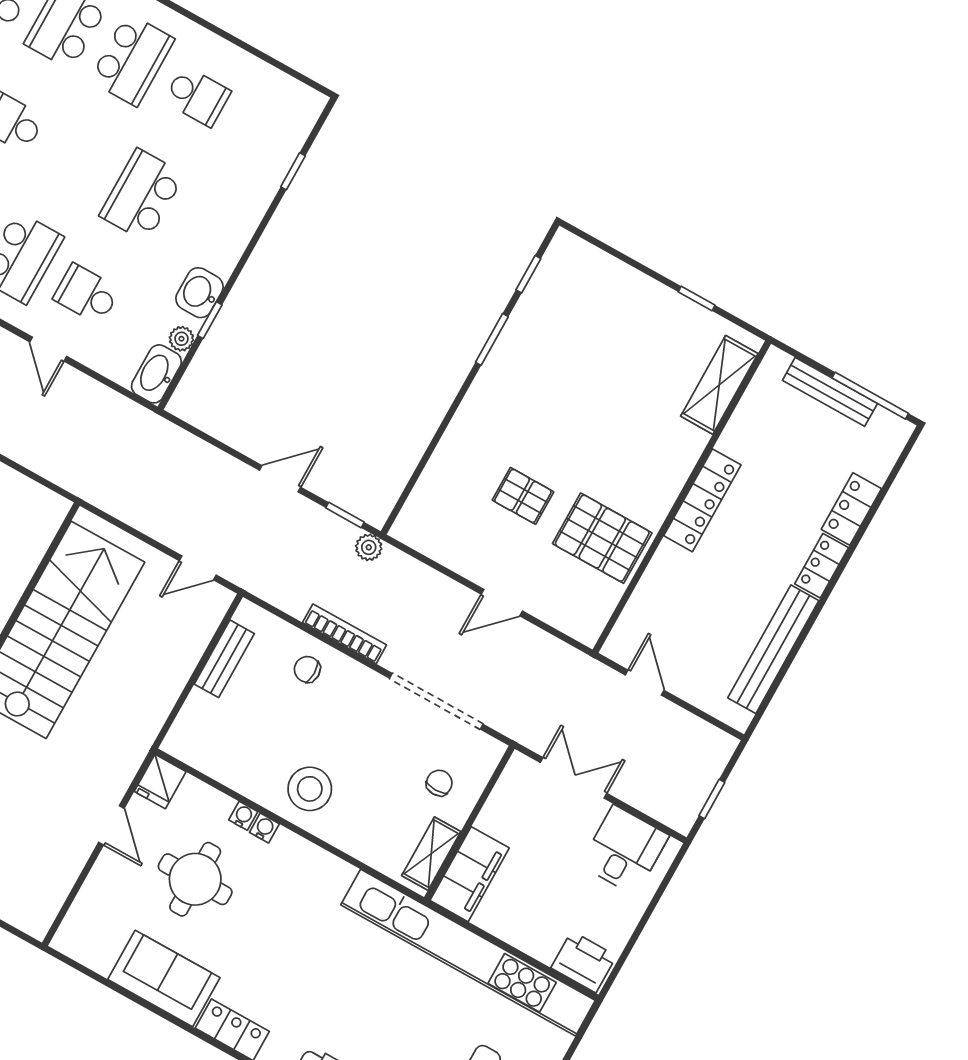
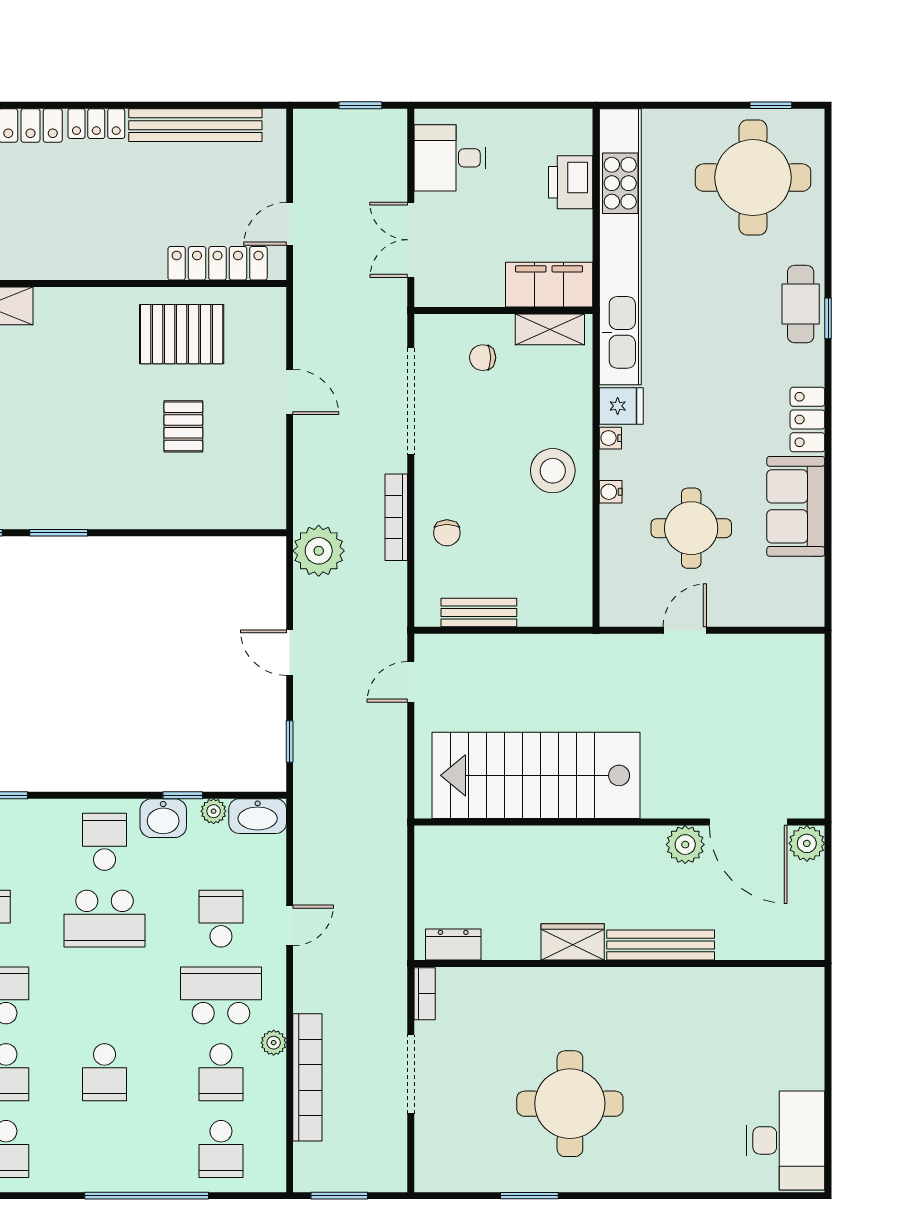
school desk: (207, 232) -> (105, 842), added
school desk: (87, 294) -> (221, 919), turned 180
locker: (702, 500) -> (218, 263), moved
window: (345, 515) -> (290, 742), moved
pallet: (602, 538) -> (182, 334), turned 90
plant: (369, 547) -> (319, 551), width x1.87, depth x1.87
door: (198, 568) -> (411, 682), swing flipped
fridge: (160, 782) -> (621, 406), moved
water cooler: (243, 816) -> (610, 438), moved
printer: (584, 962) -> (571, 182), moved

